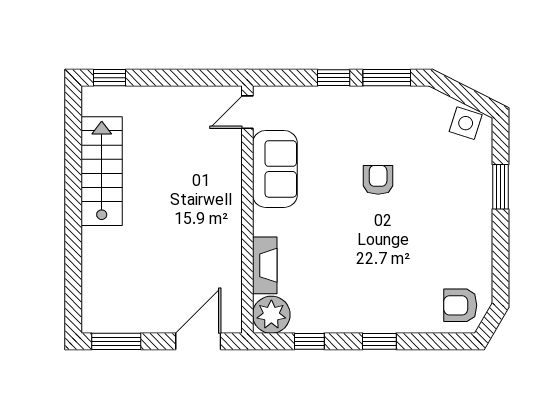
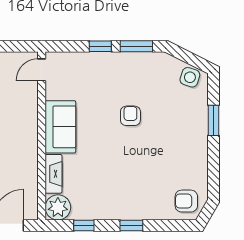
sofa: (275, 169) -> (60, 127), moved

